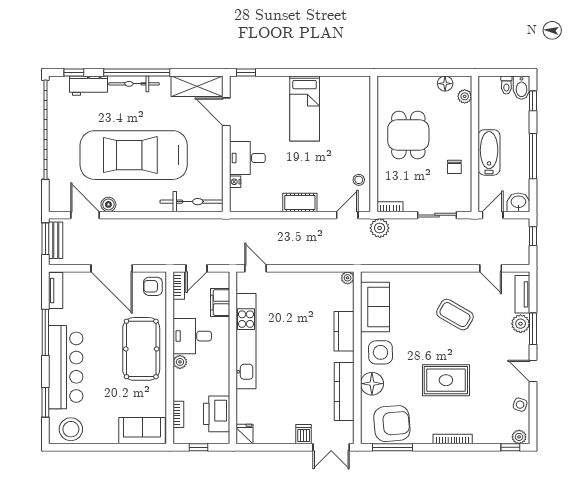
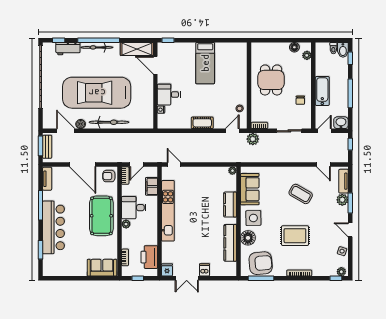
bicycle: (191, 202) -> (109, 122), moved
stool: (71, 429) -> (57, 267), removed
double door: (331, 447) -> (187, 278), moved

